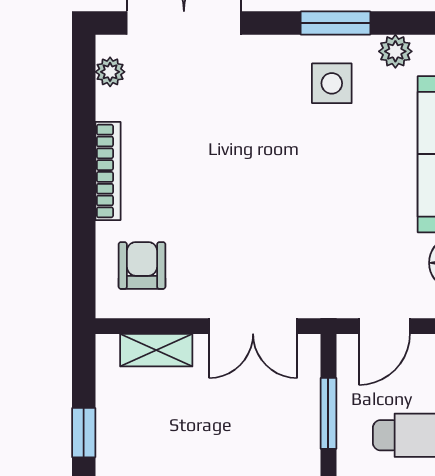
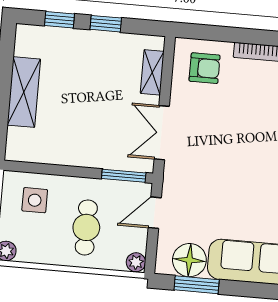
door: (384, 326) -> (155, 213), hinge flipped
window: (328, 413) -> (124, 176), moved

